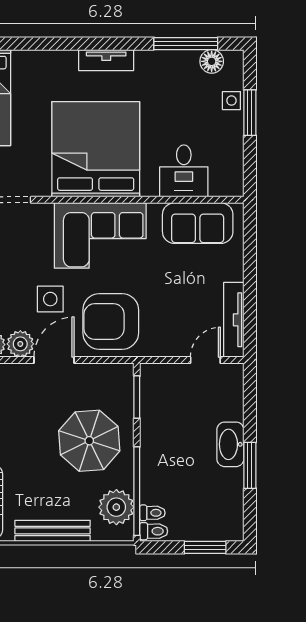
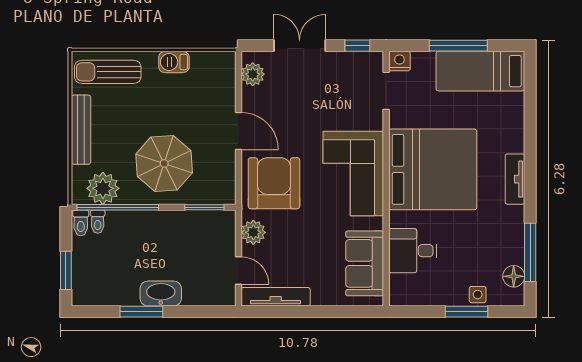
side table: (50, 299) -> (295, 128), removed
plant: (20, 344) -> (253, 232), moved

